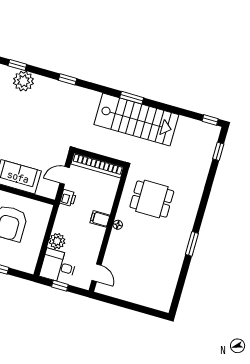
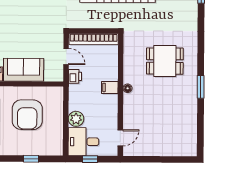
door: (65, 175) -> (66, 57), swing flipped
dining table: (152, 199) -> (165, 61), moved
door: (96, 273) -> (120, 138), hinge flipped

